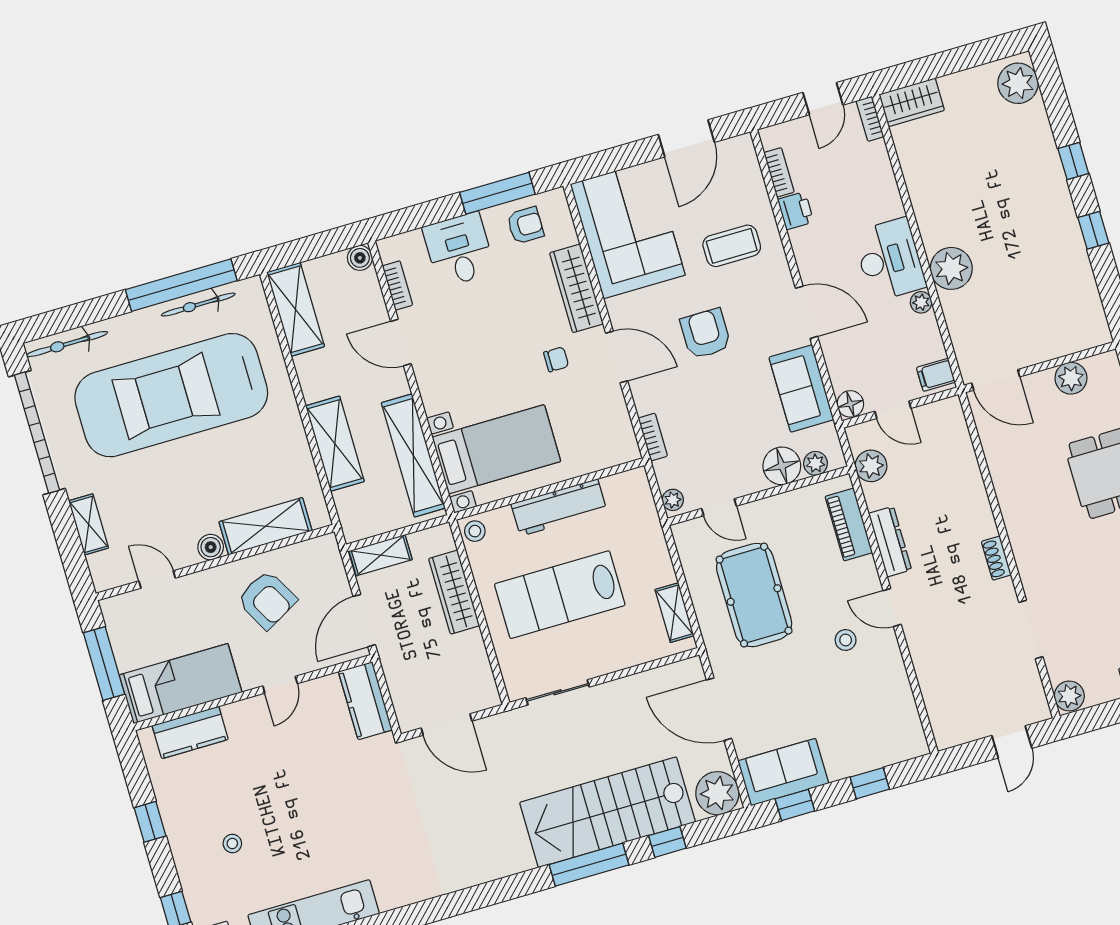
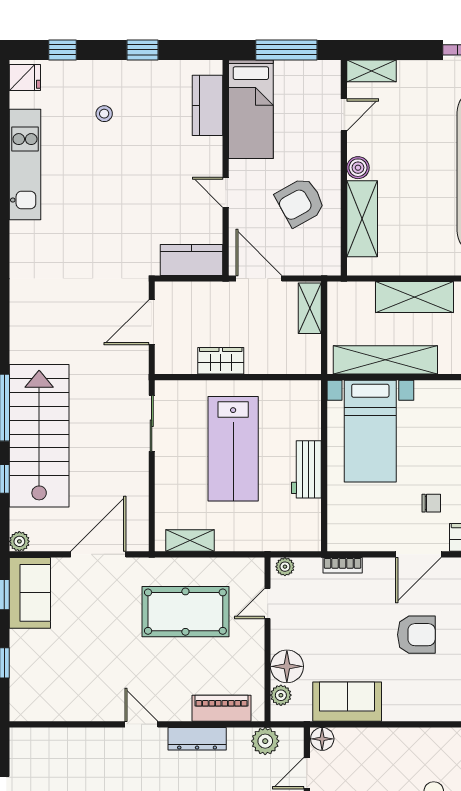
door: (806, 312) -> (410, 724), removed
chair: (556, 359) -> (431, 503), turned -90
workbench: (559, 507) -> (306, 469), width x0.73
shelving: (89, 524) -> (371, 71), moved
stool: (475, 531) -> (307, 393), removed
wardrobe: (454, 592) -> (221, 361), moved, width x0.67
lab bench: (560, 595) -> (233, 449), turned 180
door: (892, 607) -> (141, 724), hinge flipped
stool: (846, 640) -> (125, 677), removed
plant: (717, 793) -> (19, 541), width x0.53, depth x0.53

